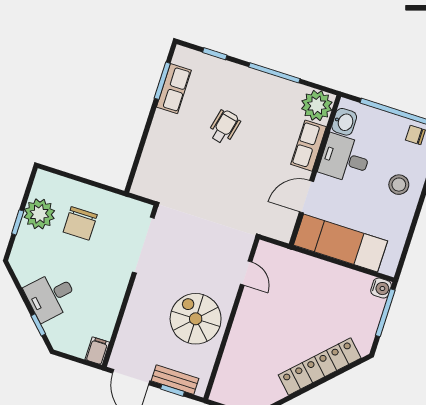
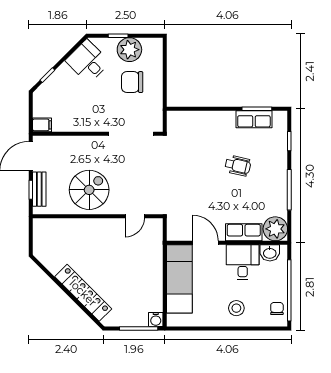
desk: (51, 296) -> (88, 61), moved

